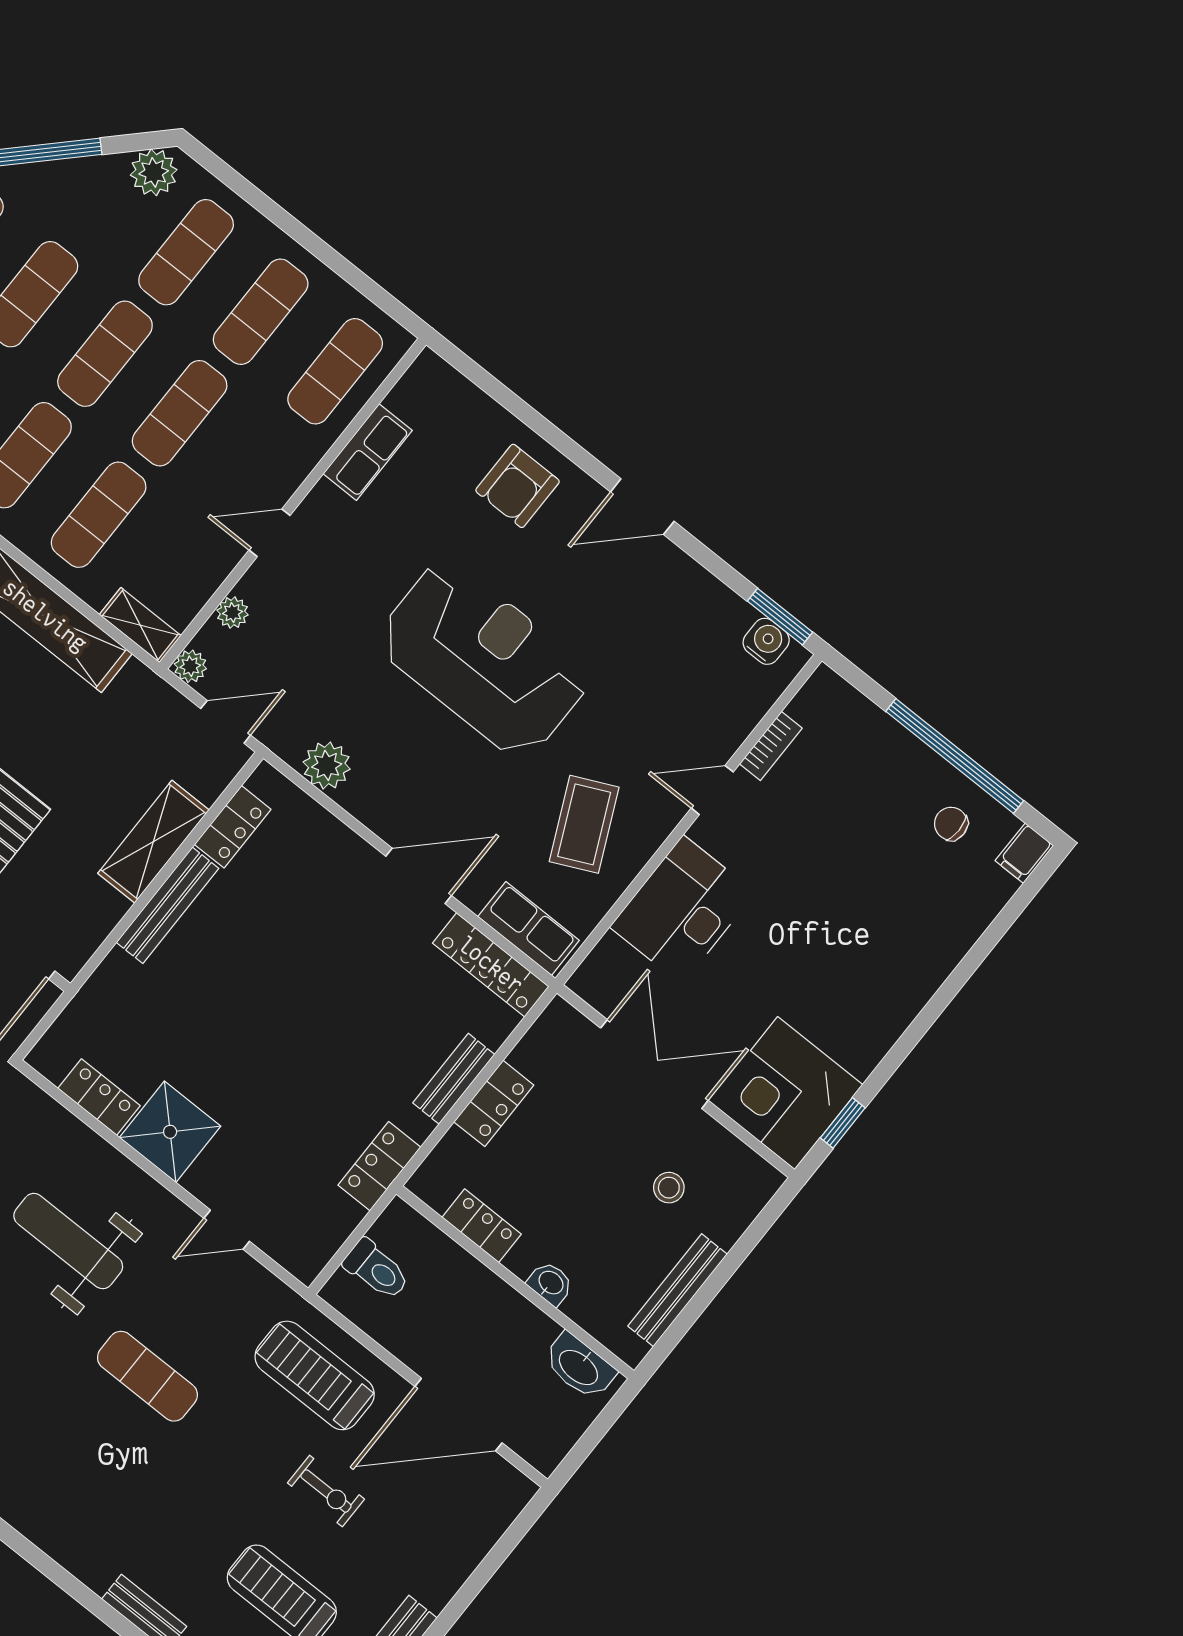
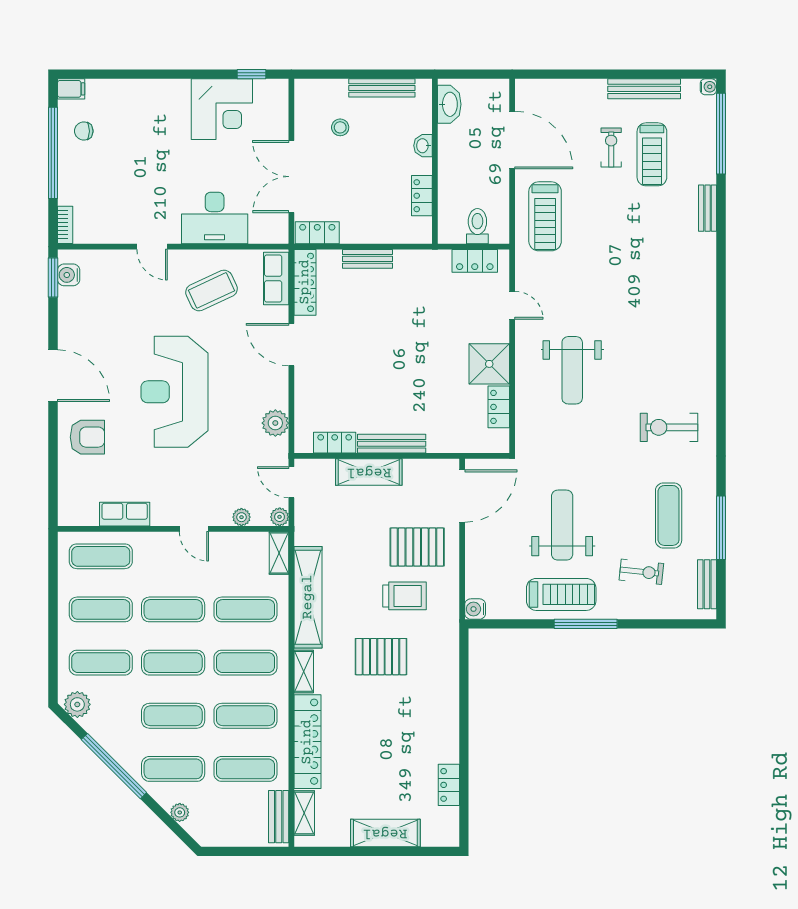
door: (642, 507) -> (53, 376), width x1.36
bookcase: (771, 746) -> (65, 225), moved, turned 90
chair: (951, 824) -> (84, 131), turned 90
corner desk: (786, 1093) -> (222, 109), moved
locker: (494, 1103) -> (317, 233), moved
locker: (379, 1166) -> (475, 261), moved
exercise mat: (147, 1376) -> (603, 289), removed
exercise bike: (326, 1491) -> (611, 148), moved

